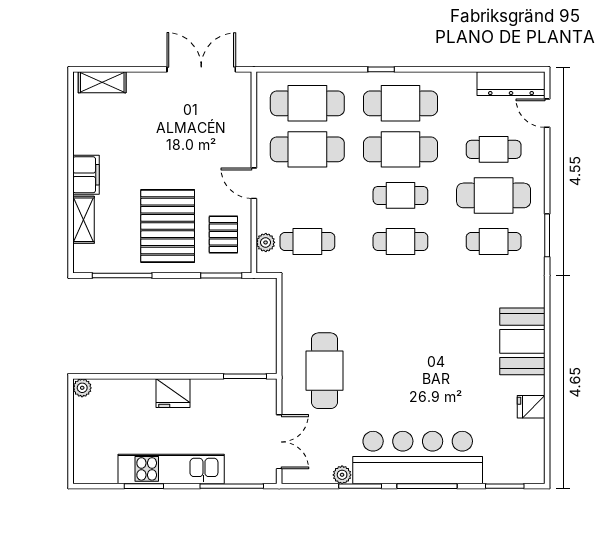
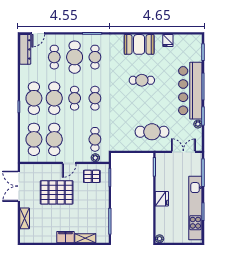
shelving: (102, 82) -> (25, 218), moved
pallet: (168, 226) -> (57, 192), moved
cafe table: (441, 348) -> (142, 80), added
kitchen unit: (171, 469) -> (195, 208), width x1.36

